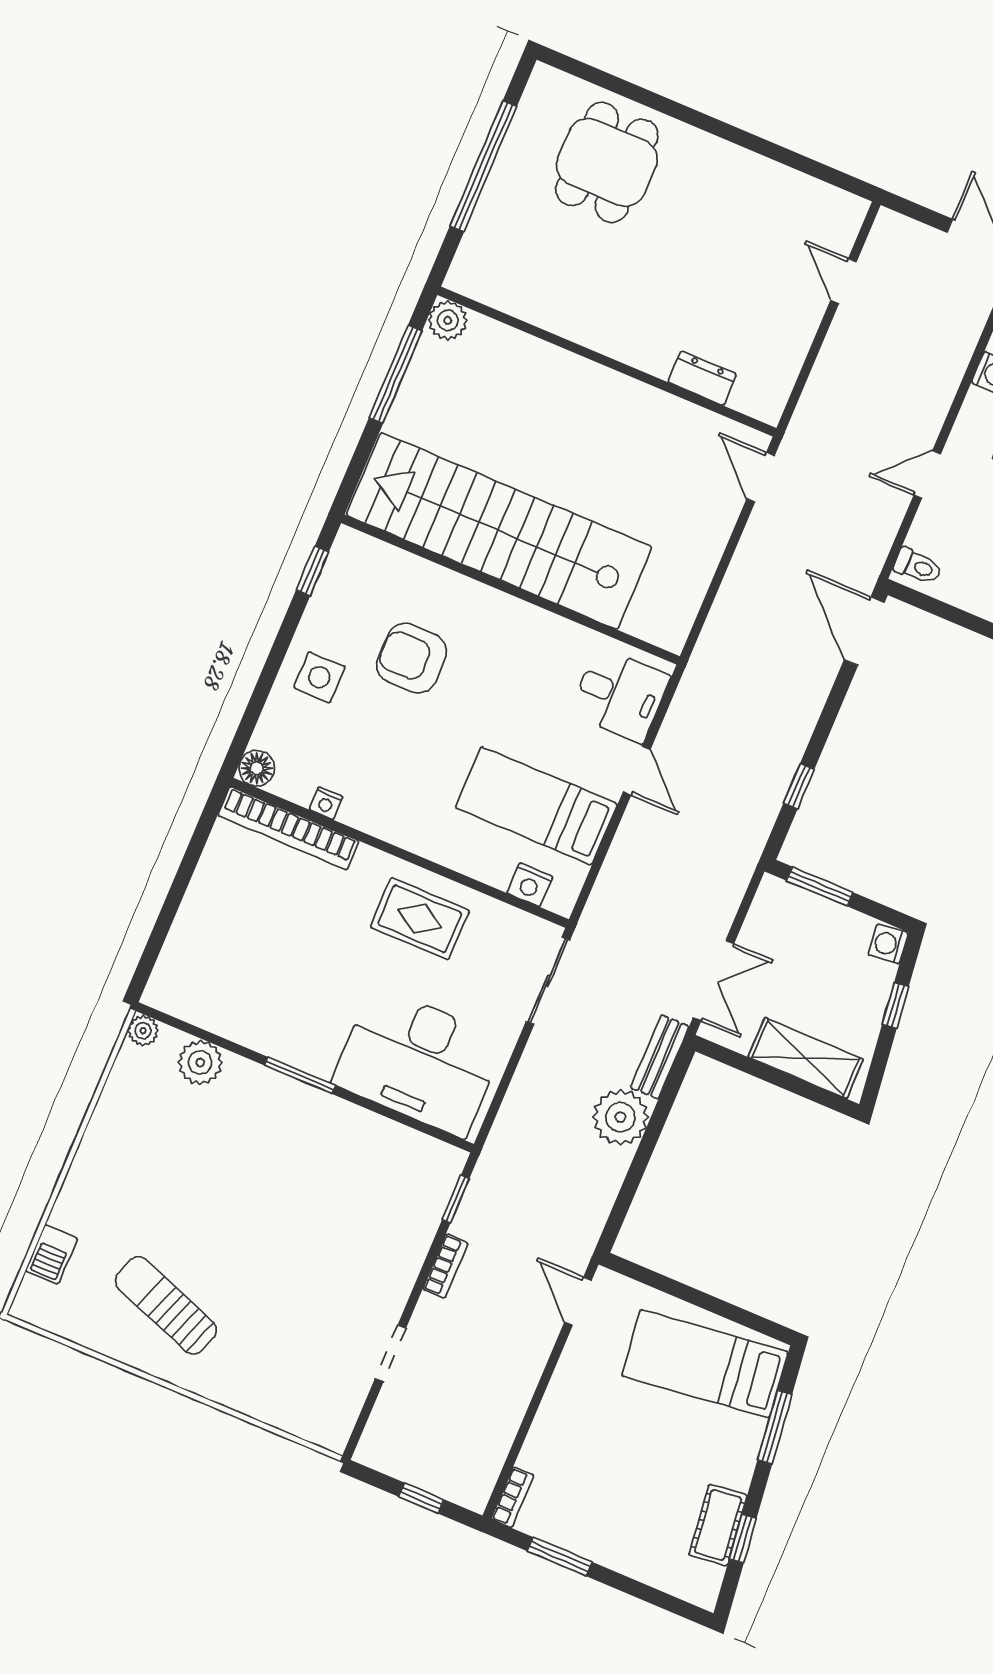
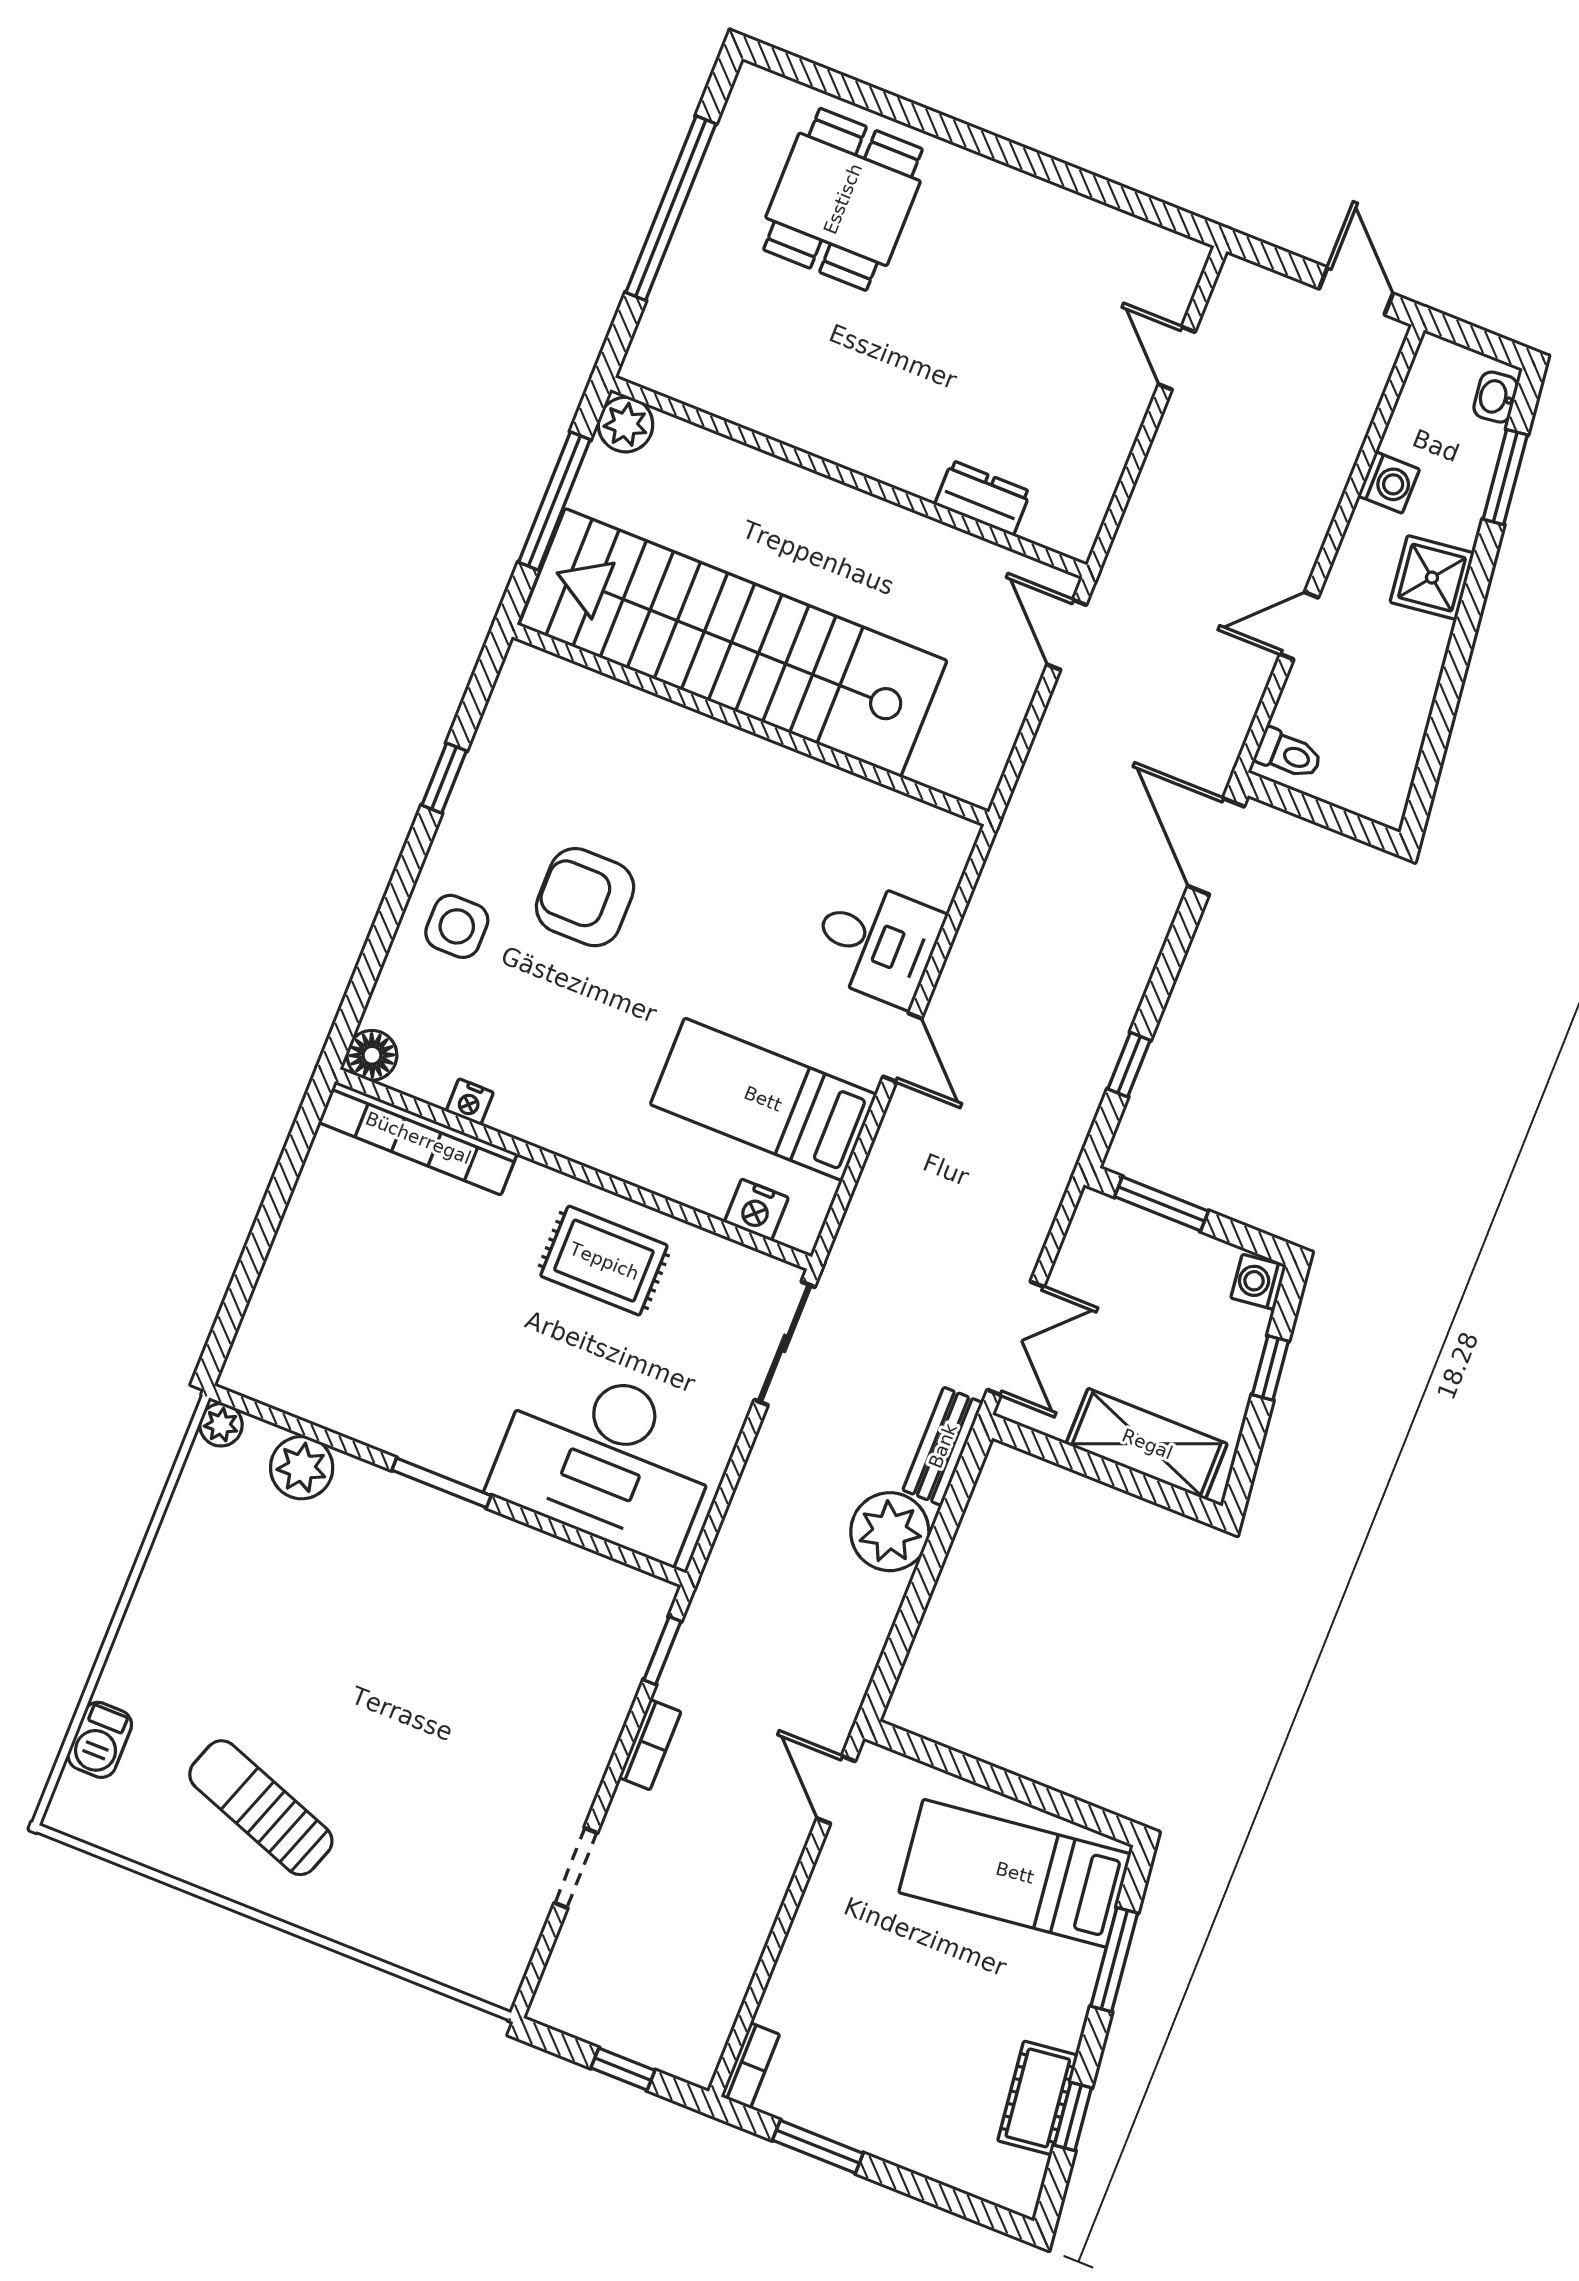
stairs: (499, 531) -> (733, 643), moved
wall: (511, 590) -> (750, 724), moved

